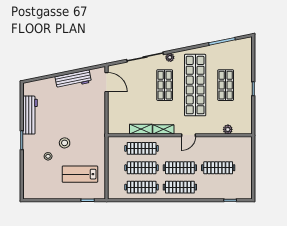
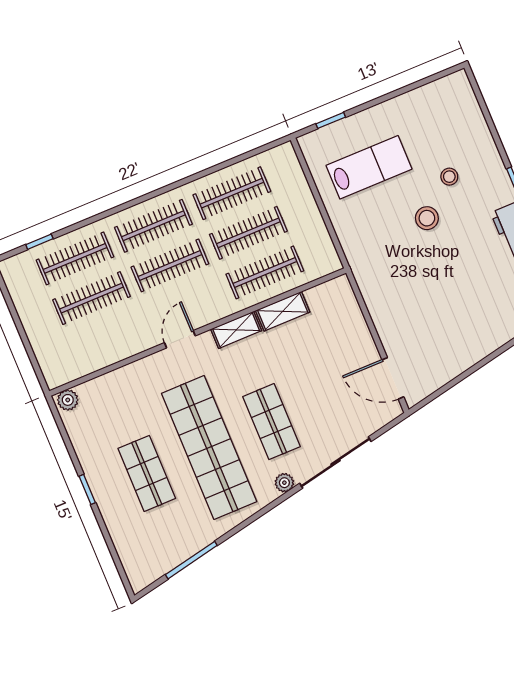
workbench: (73, 79) -> (463, 355), removed
plant: (228, 129) -> (68, 400), moved
clothes rail: (218, 187) -> (75, 258), added

